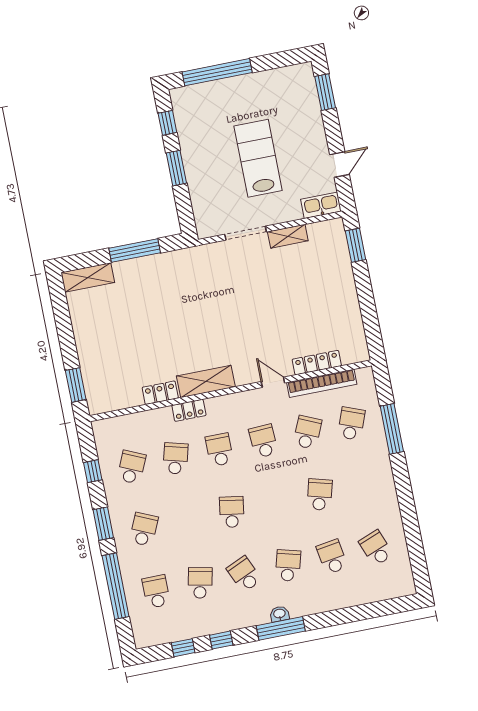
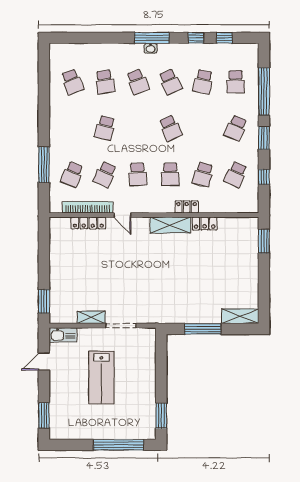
window: (167, 123) -> (161, 416), width x1.50
window: (176, 168) -> (161, 382), removed
school desk: (232, 512) -> (170, 128), turned -33
school desk: (288, 565) -> (138, 82), turned -36

